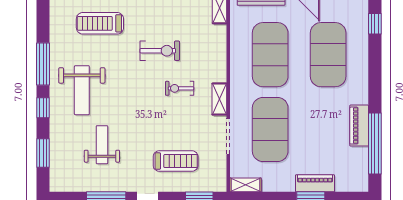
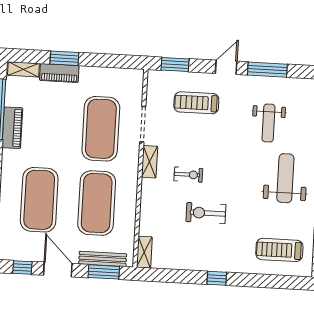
treadmill: (100, 23) -> (279, 250), moved, turned 180
shelving: (245, 185) -> (23, 69), moved

